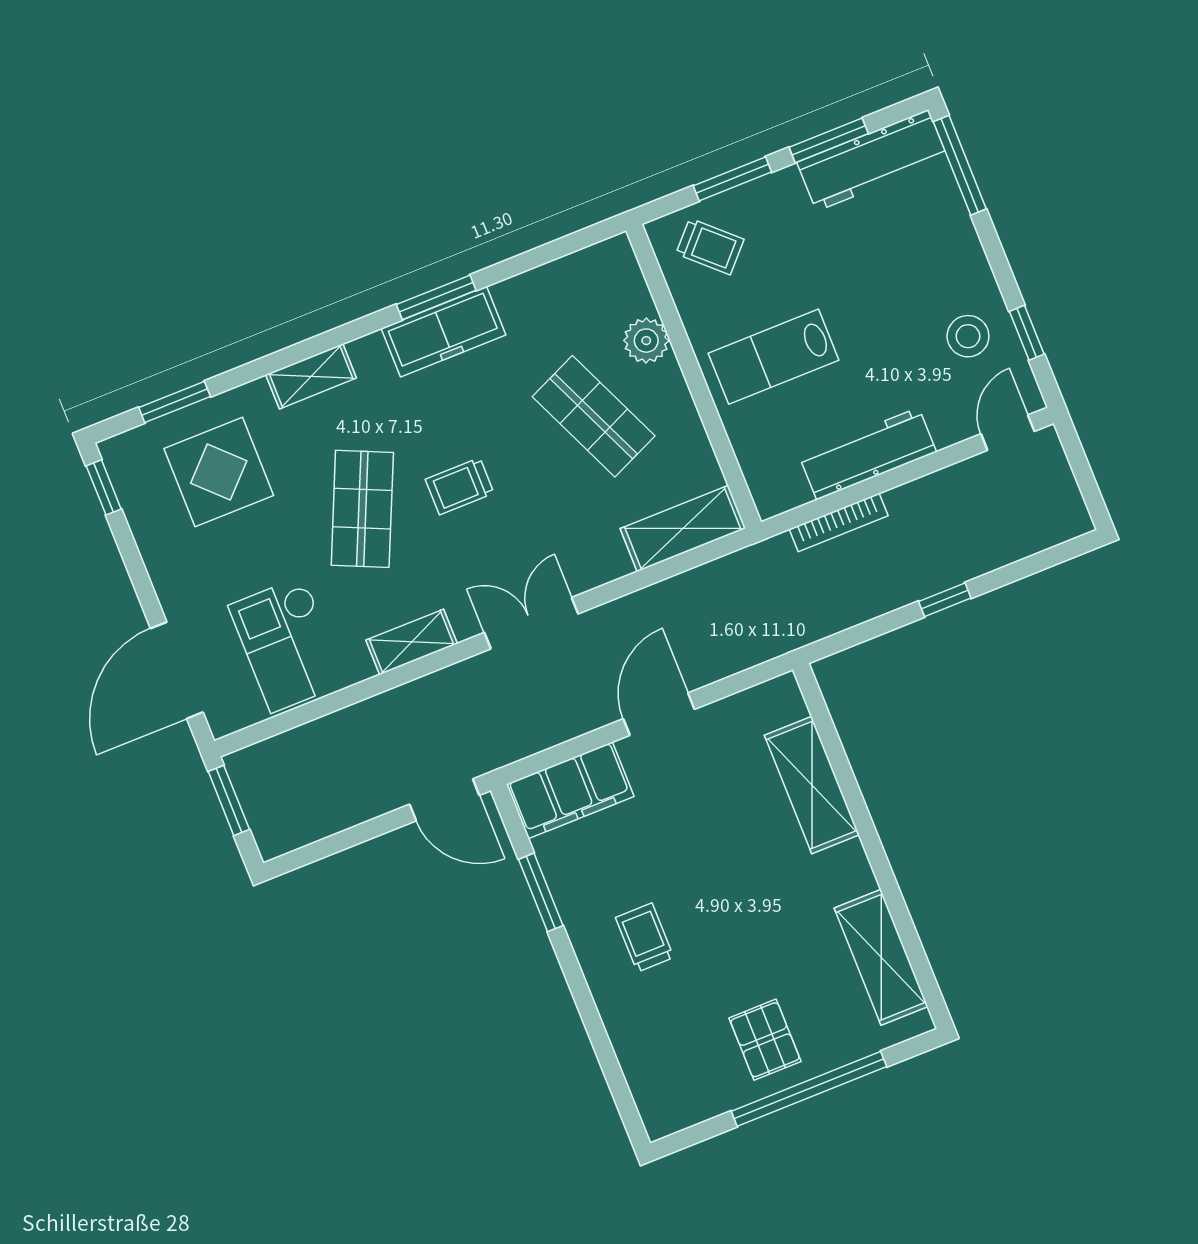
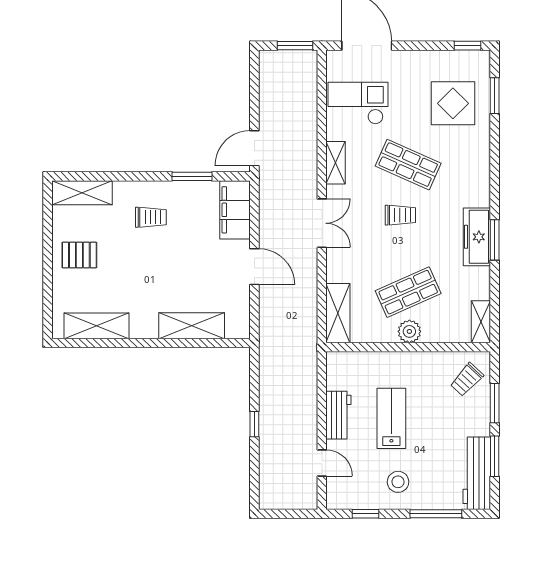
window: (960, 165) -> (436, 514), moved
stool: (968, 336) -> (398, 482), moved
plant: (646, 341) -> (409, 331), moved
lab bench: (774, 357) -> (391, 418), moved
shelving: (311, 376) -> (481, 322), moved
door: (1008, 433) -> (322, 463), moved
workbench: (868, 454) -> (338, 415), width x0.73
trolley: (460, 486) -> (400, 215), turned 90
bookcase: (839, 522) -> (311, 388), removed
shelving: (650, 1080) -> (82, 193), added
window: (809, 1089) -> (48, 267), removed

